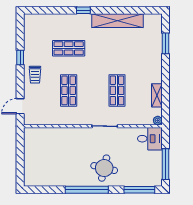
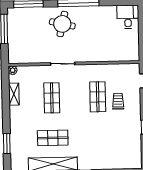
shop shelf: (69, 48) -> (53, 138), moved
trolley: (35, 75) -> (118, 101), moved
desk: (150, 139) -> (128, 17), moved, turned 90

